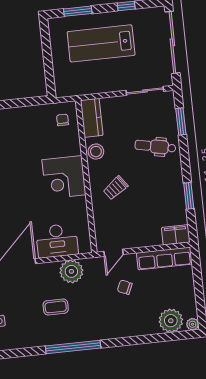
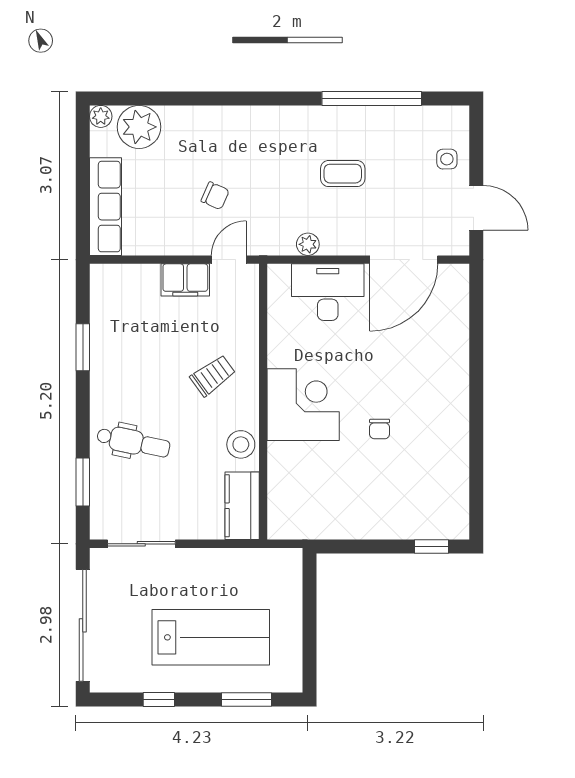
chair: (63, 120) -> (380, 429), moved
filing cabinet: (176, 235) -> (185, 280), moved
row of seats: (164, 258) -> (105, 207), moved, turned 90
plant: (71, 271) -> (308, 244), width x0.53, depth x0.53
window: (73, 347) -> (372, 98), moved

